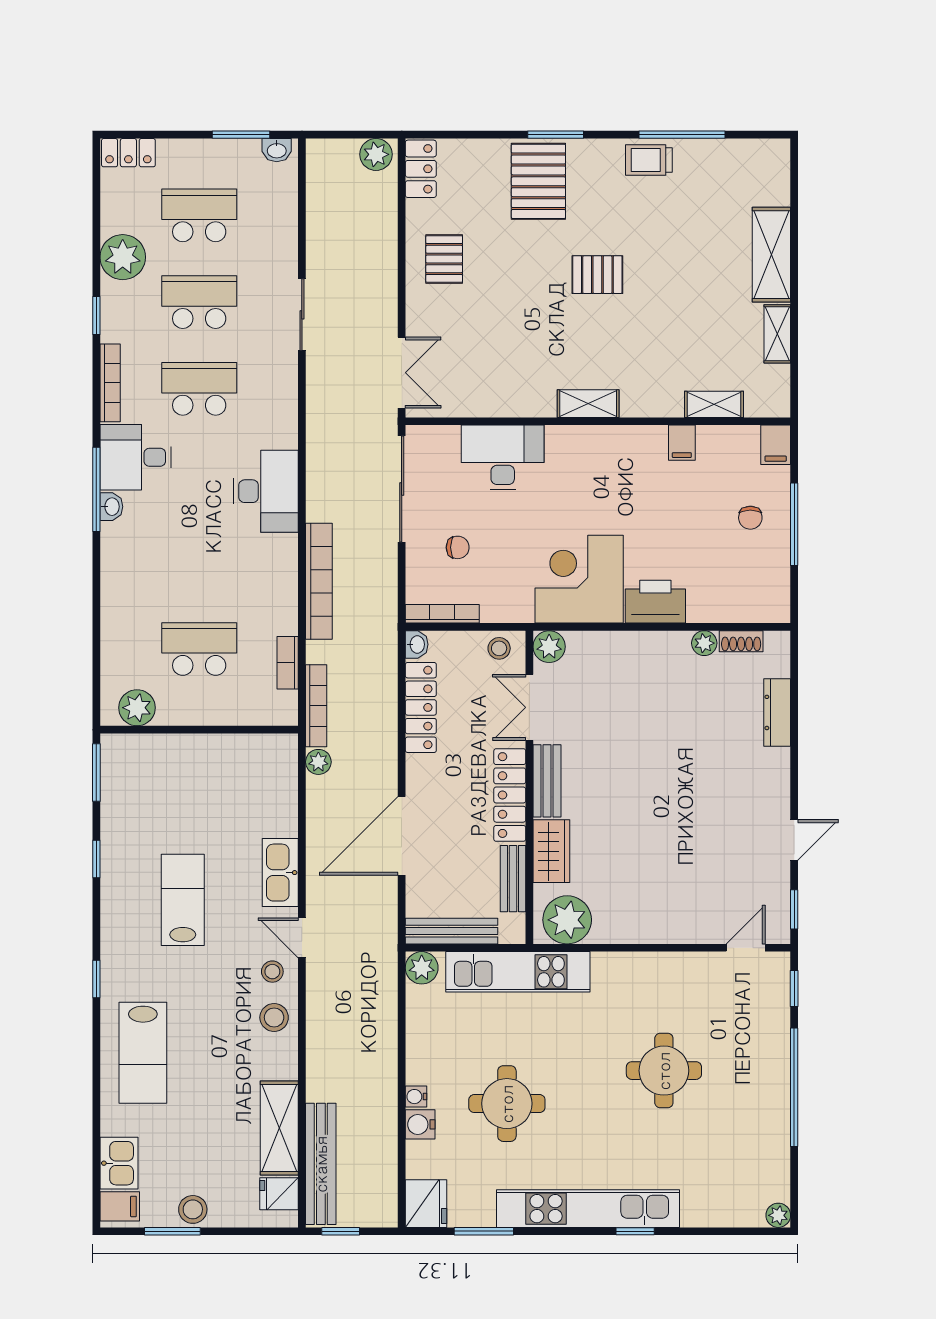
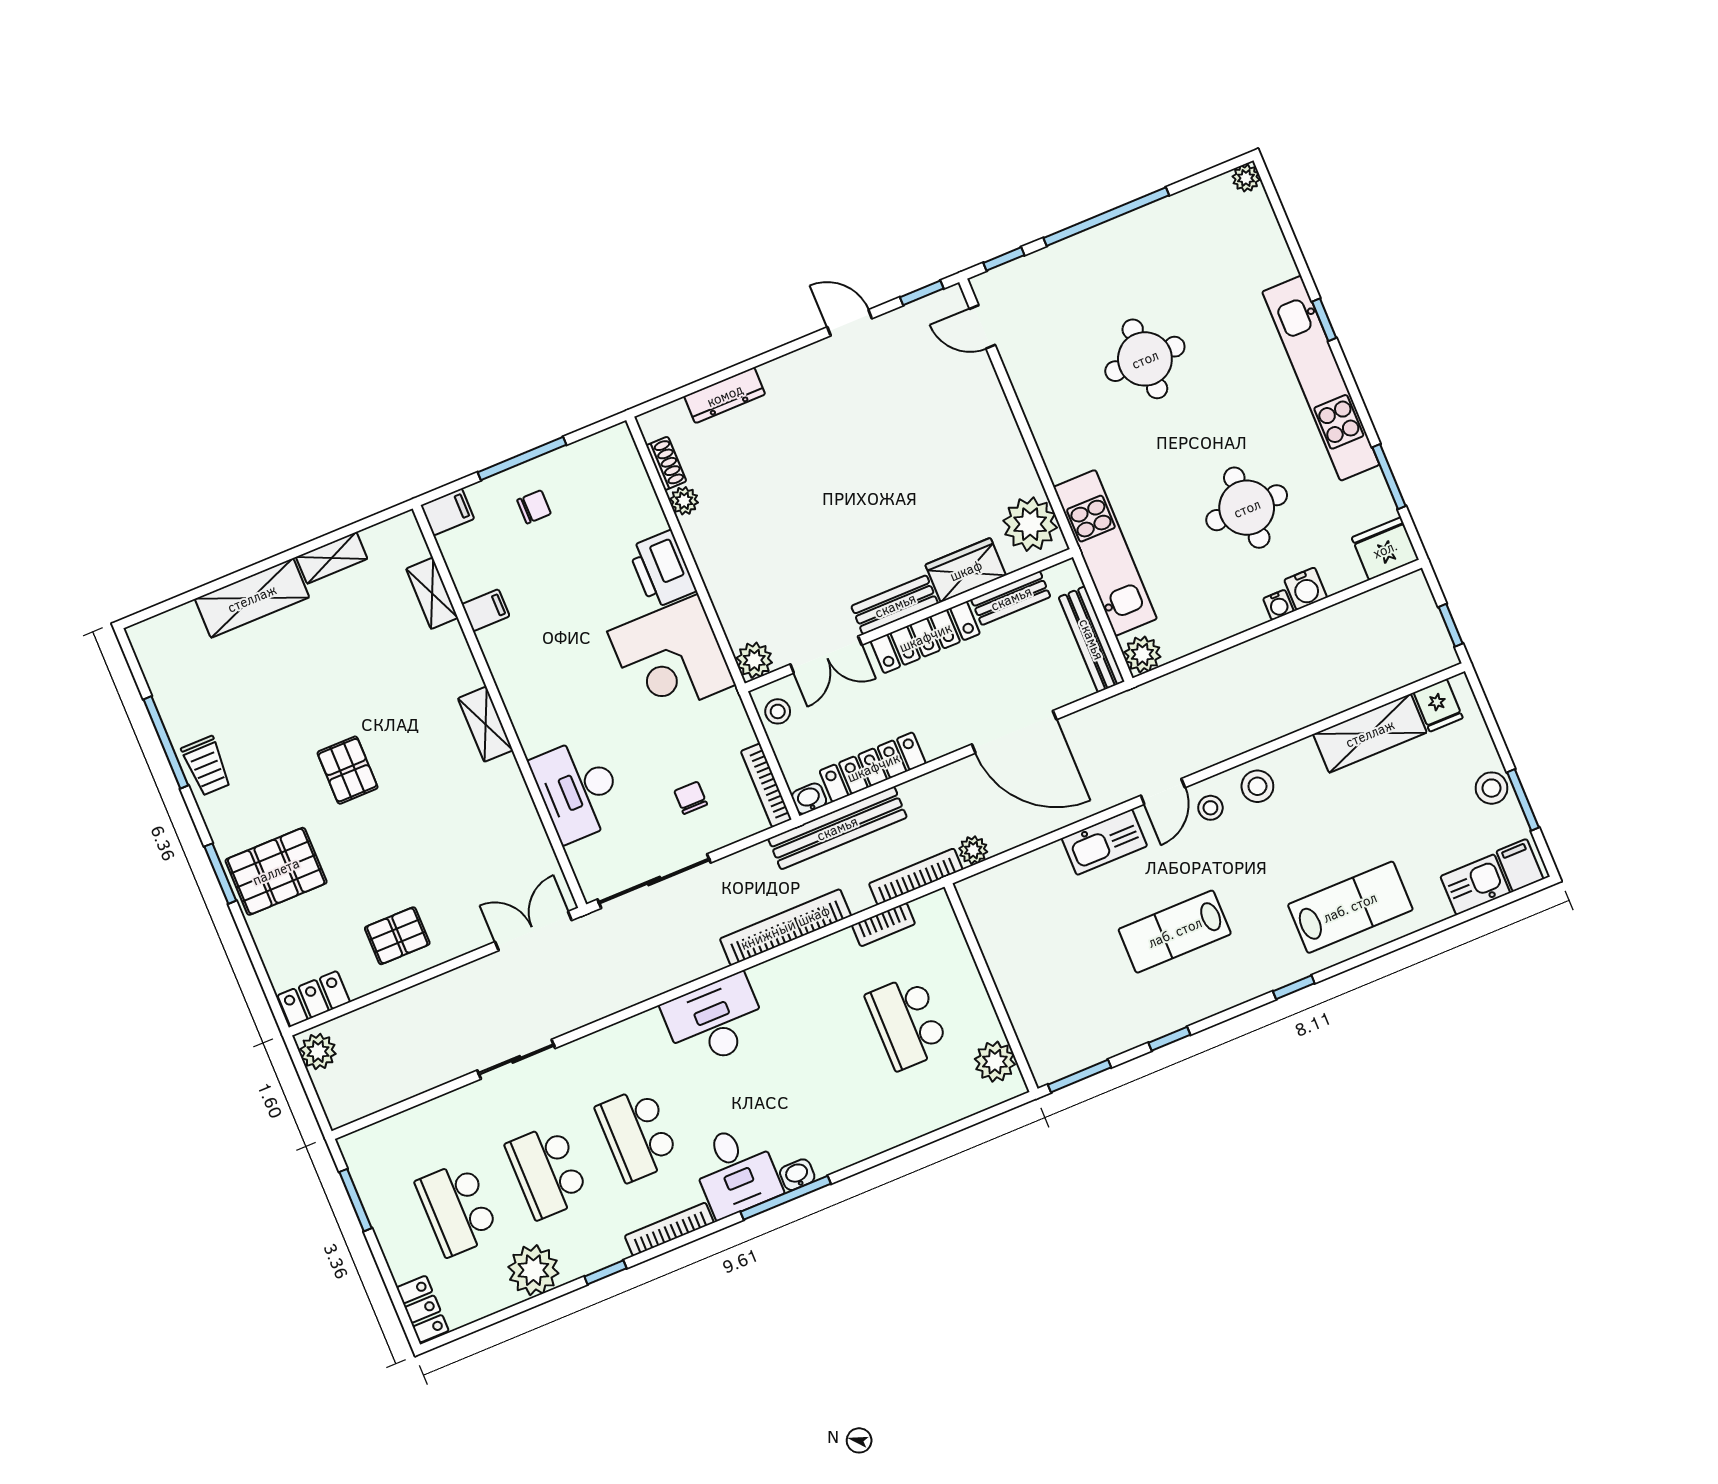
washbasin: (277, 150) -> (356, 1156), removed
bench: (321, 1164) -> (837, 828), moved

